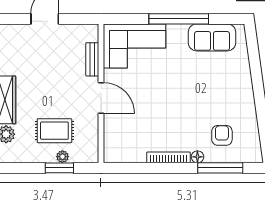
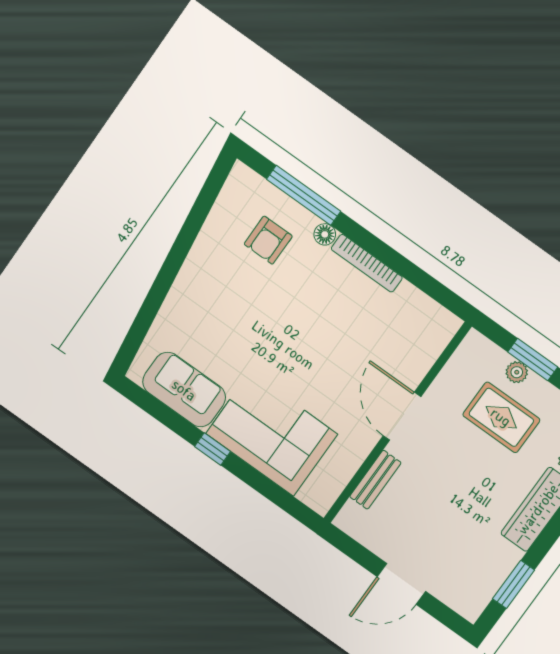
window: (179, 19) -> (213, 449), width x0.32
corner sofa: (135, 46) -> (272, 434), moved

